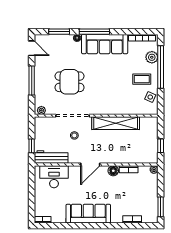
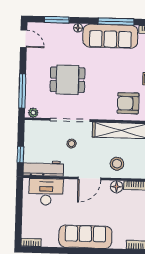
window: (94, 32) -> (116, 21), moved
window: (32, 81) -> (22, 91), moved
armchair: (121, 100) -> (128, 103), added
stool: (113, 151) -> (117, 164), added

